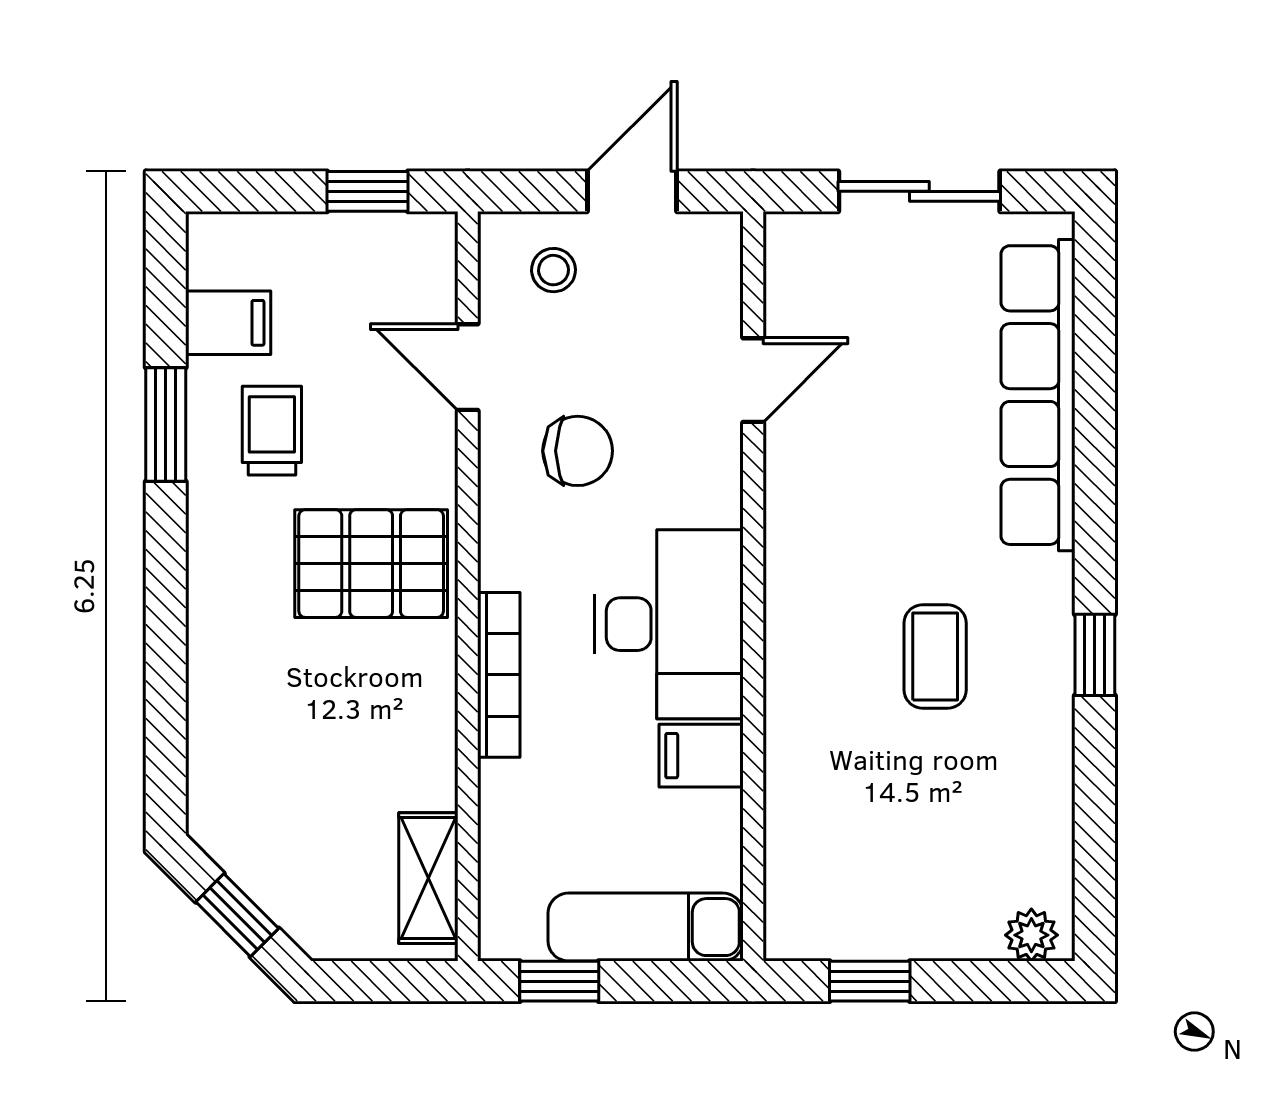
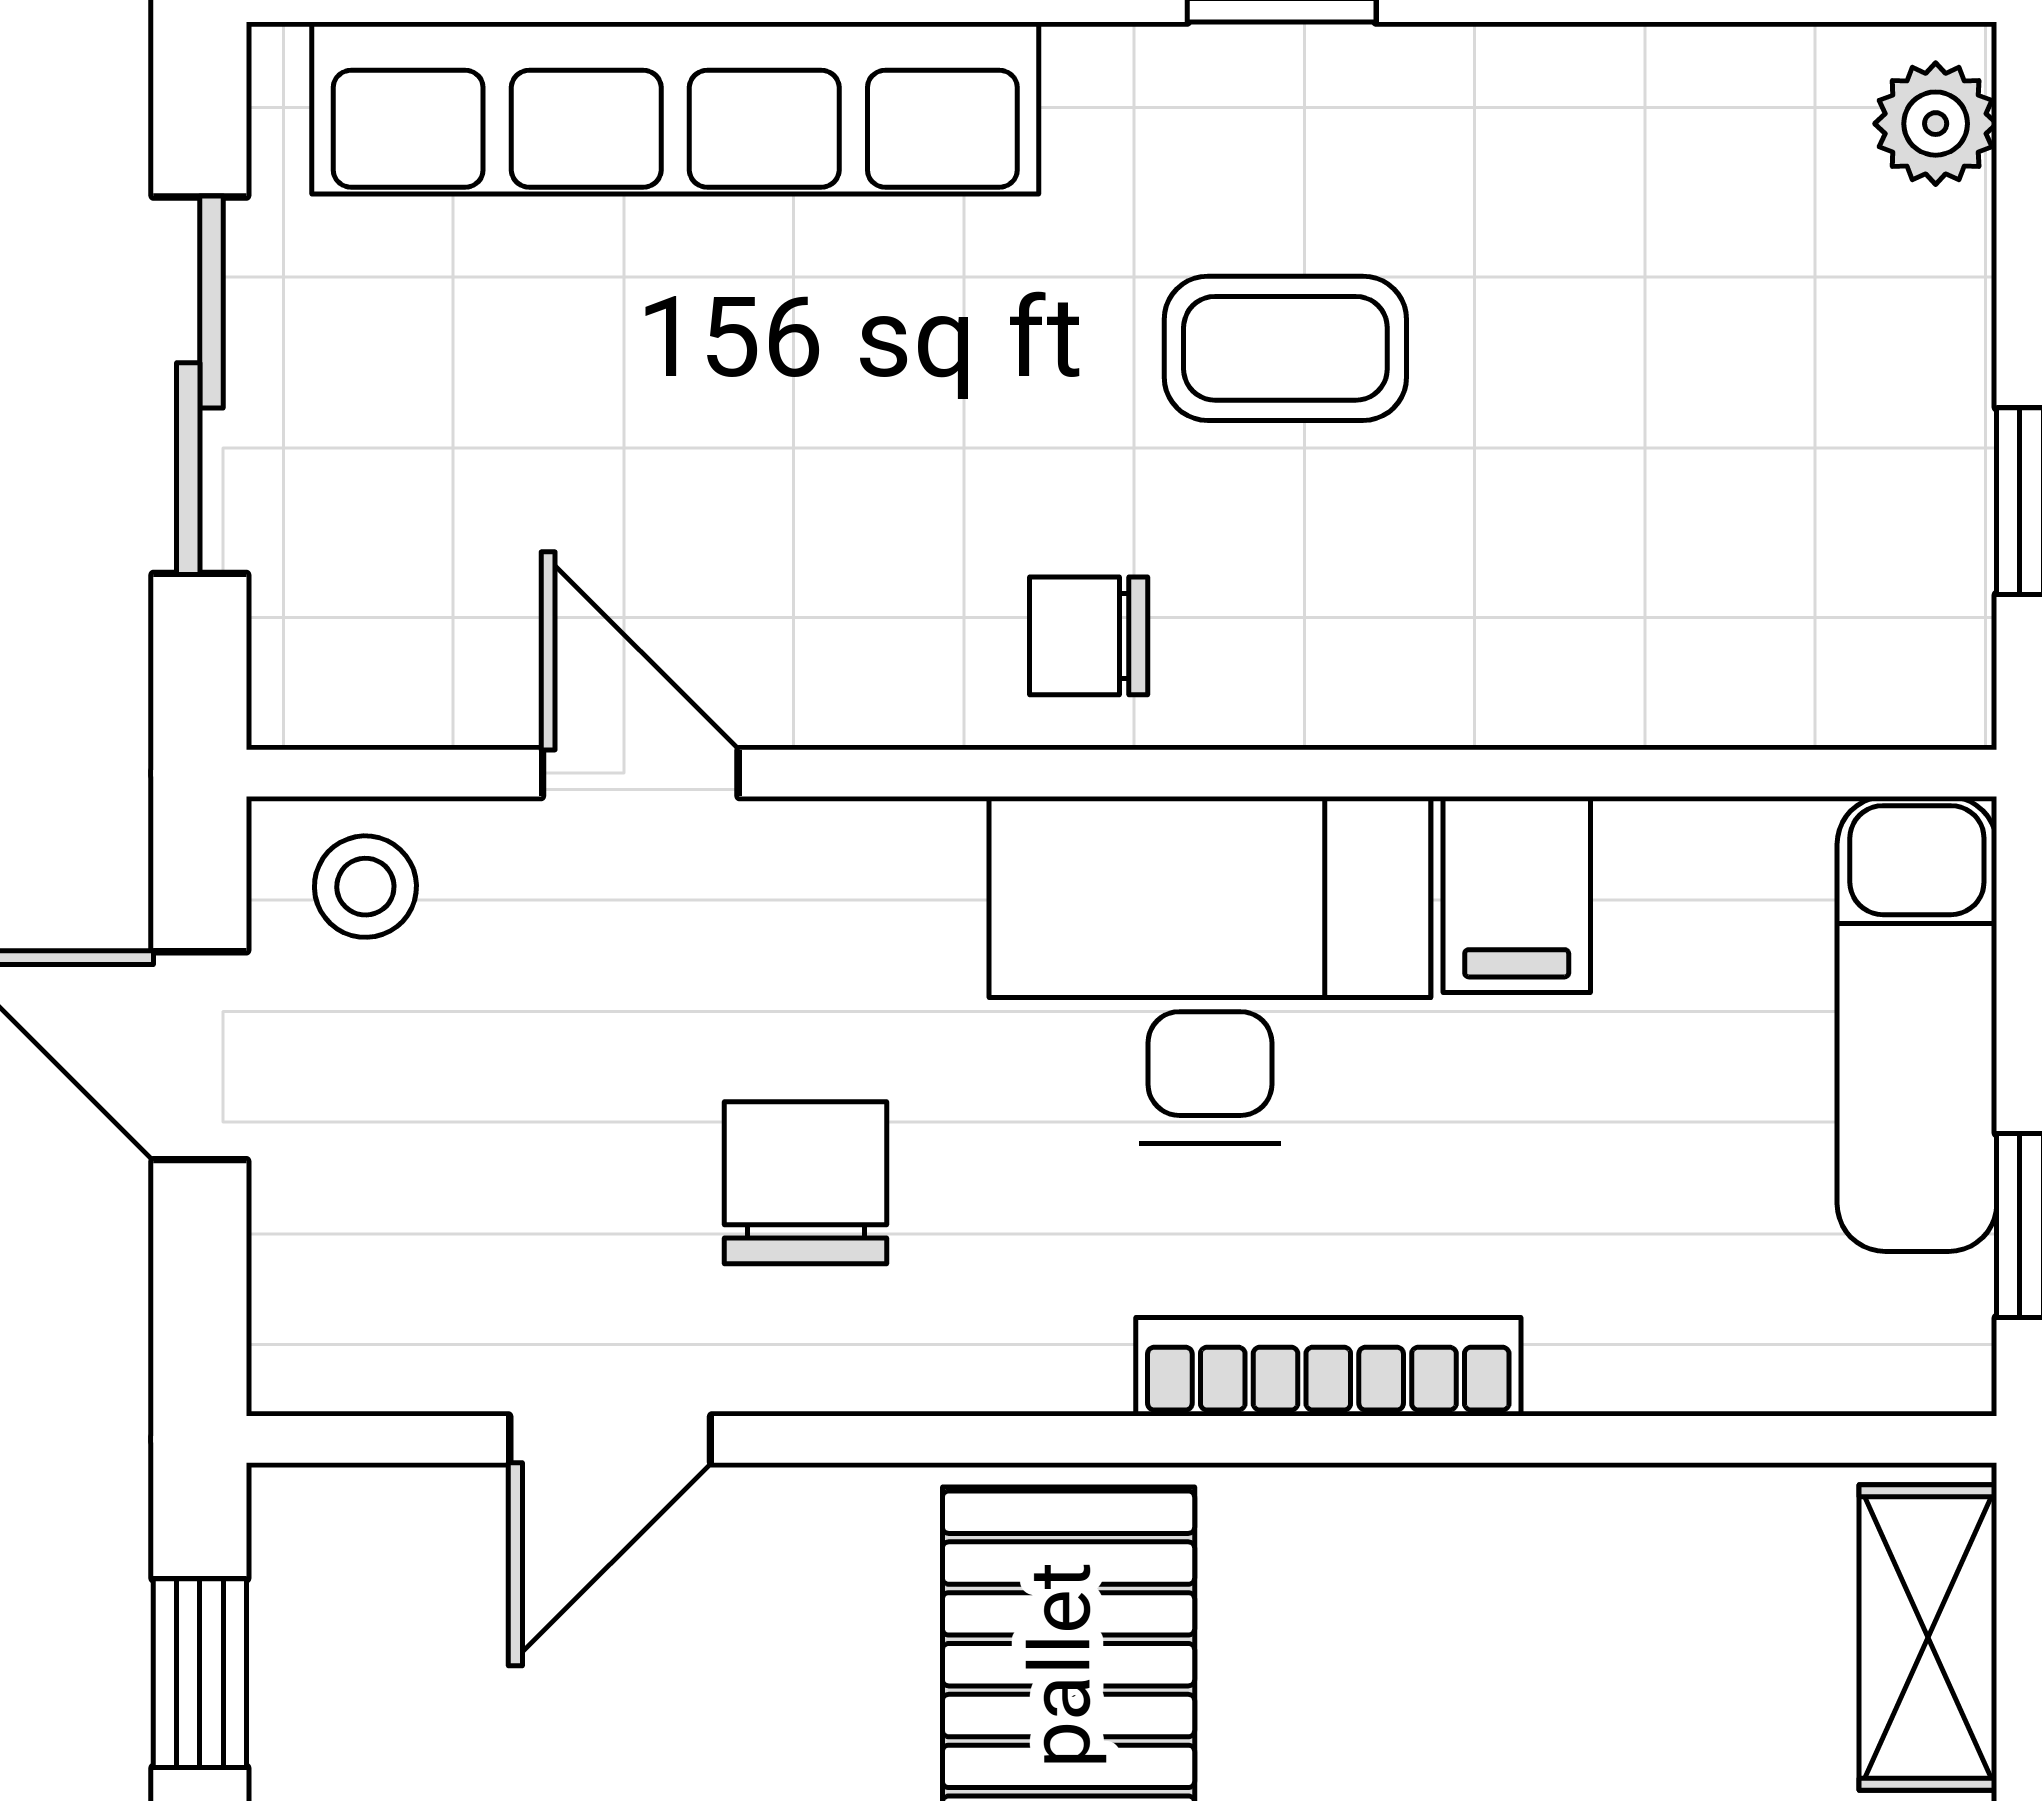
stool: (554, 270) -> (365, 887), moved
chair: (812, 572) -> (1089, 636), added
shelving: (428, 878) -> (1928, 1637), moved, turned 90

